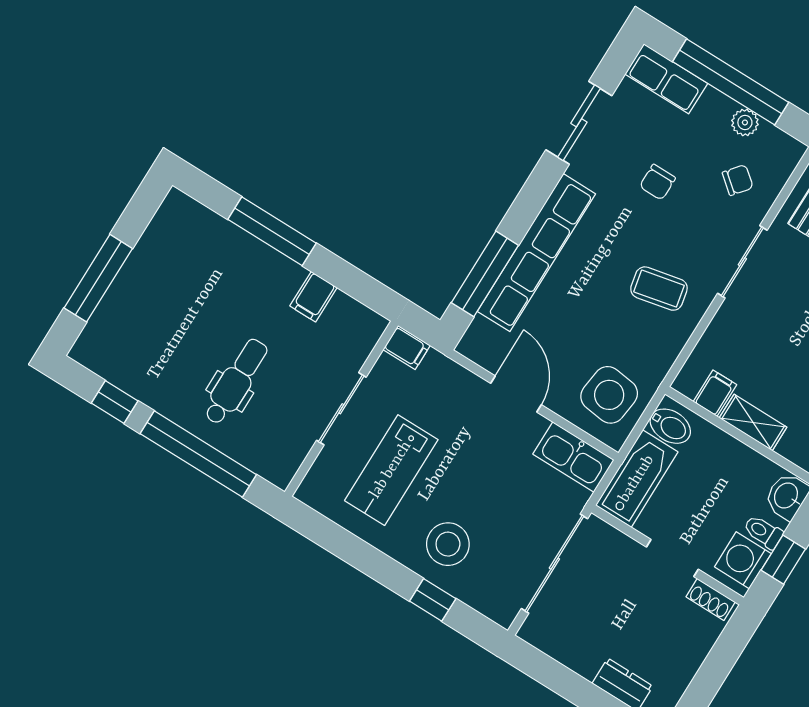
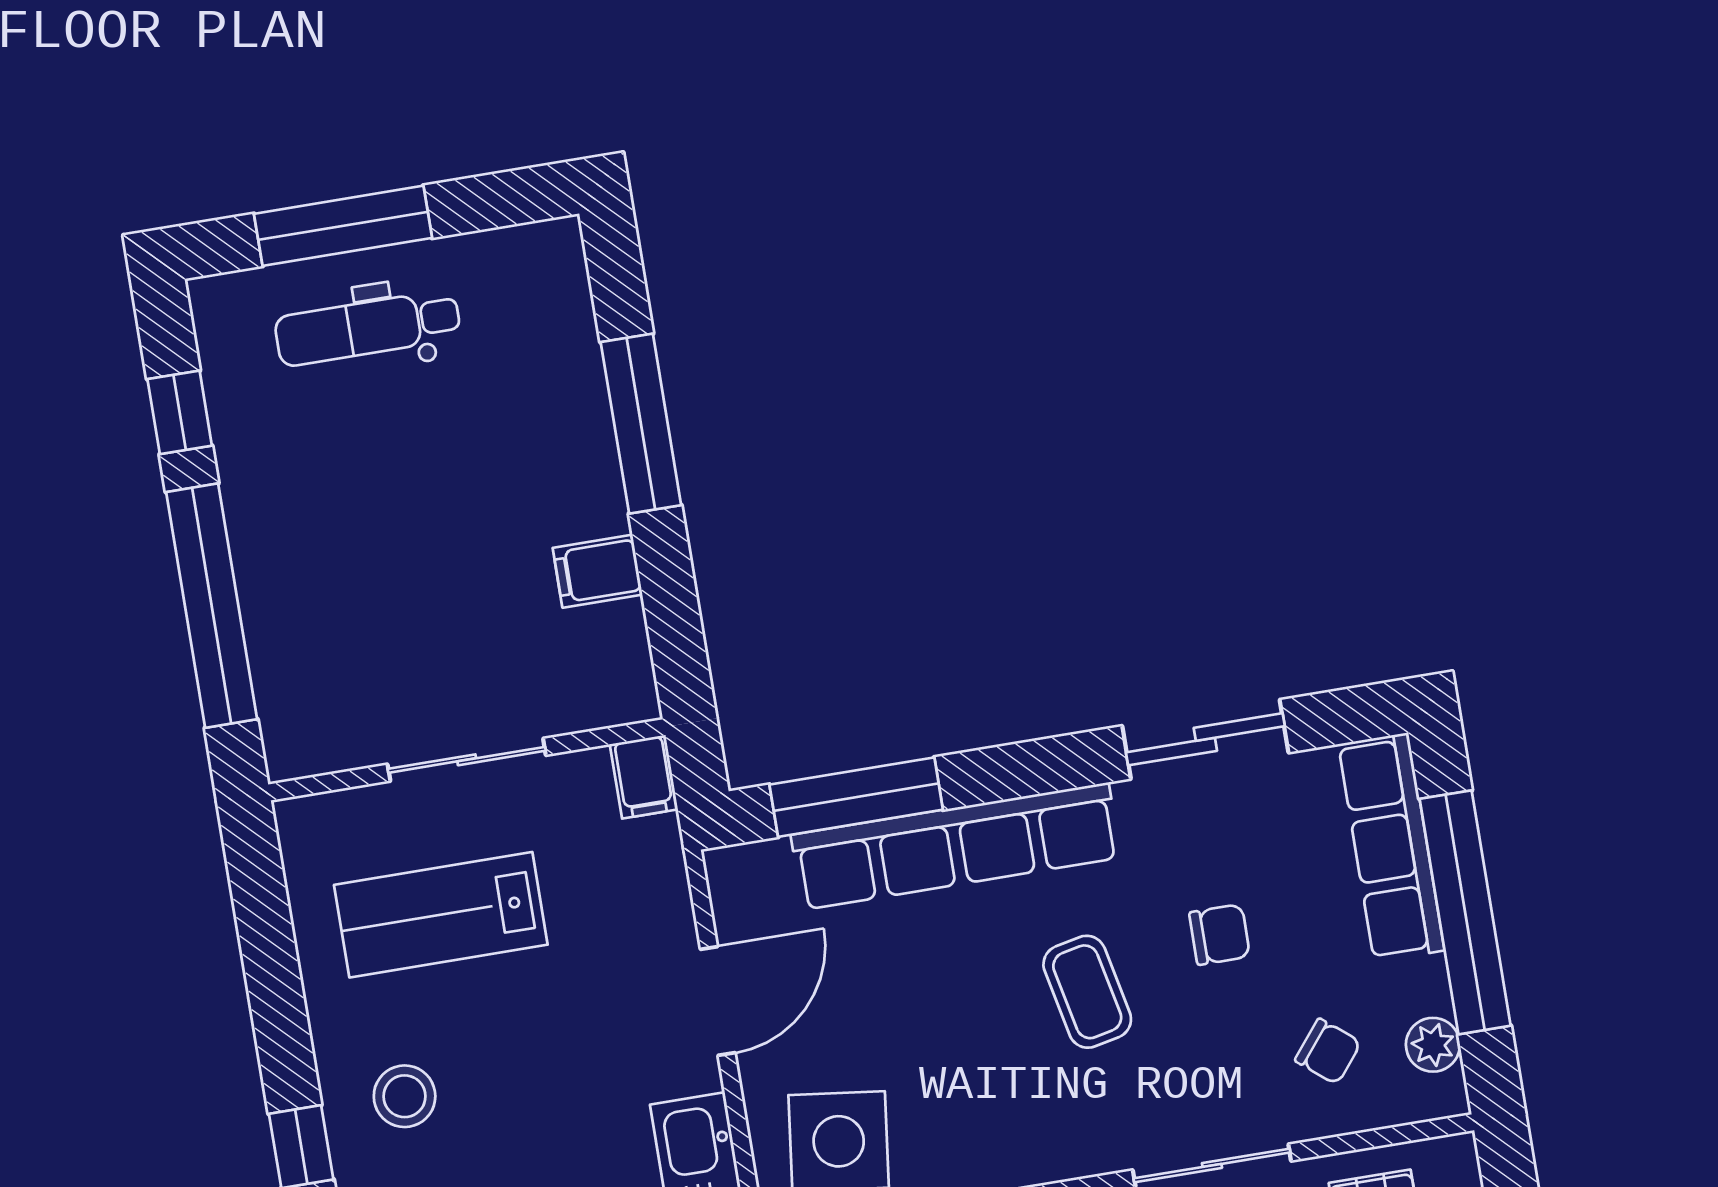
row of seats: (666, 79) -> (1391, 847), width x1.48
plant: (745, 122) -> (1433, 1045), moved
chair: (658, 182) -> (1220, 935), turned 180
coffee table: (659, 289) -> (1087, 992), moved
dental chair: (236, 382) -> (368, 328), moved, turned 180
stool: (448, 544) -> (405, 1096), width x0.73, depth x0.73

